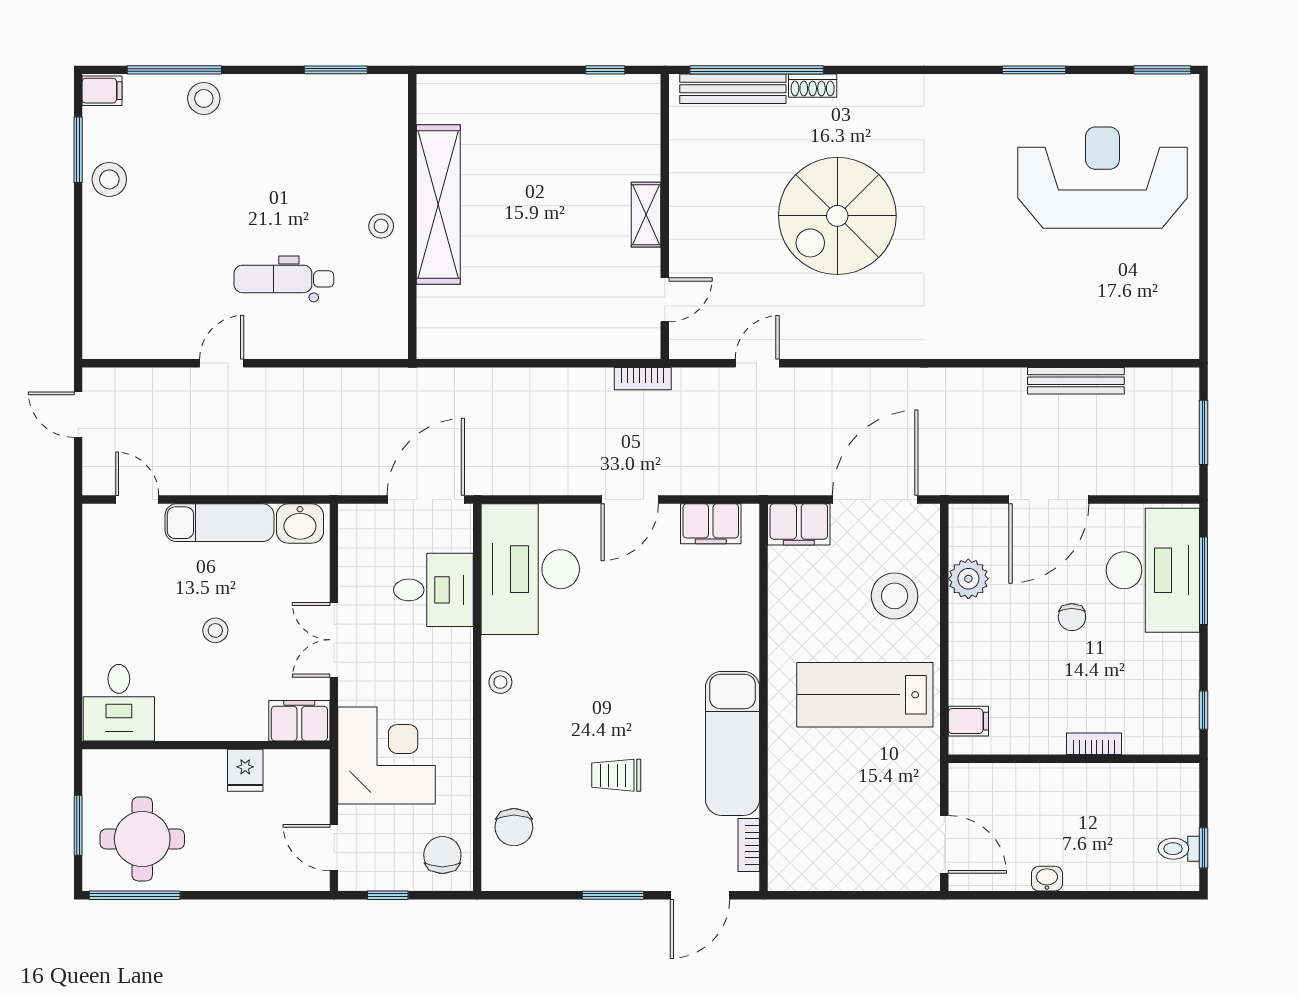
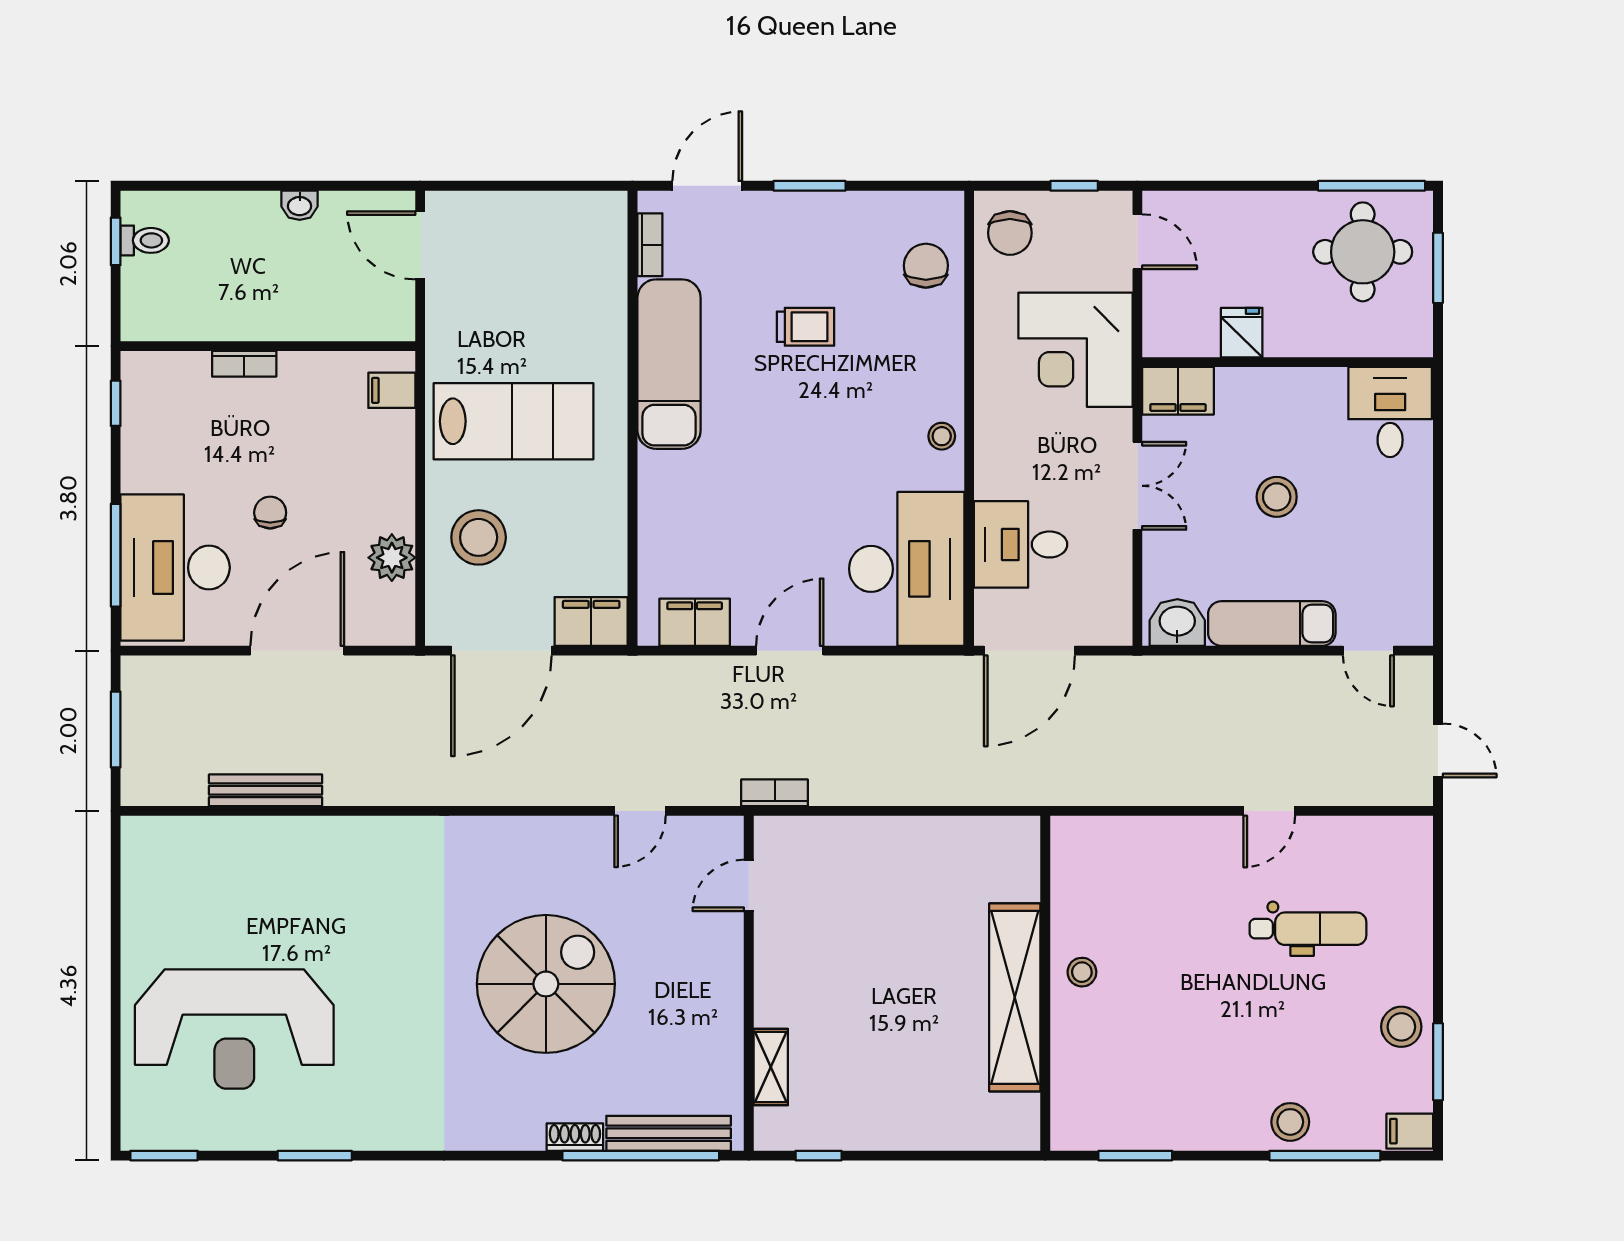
shelving: (646, 215) -> (771, 1067), moved
dental chair: (284, 279) -> (1308, 929), moved
stool: (215, 630) -> (1277, 497), width x1.37, depth x1.37

